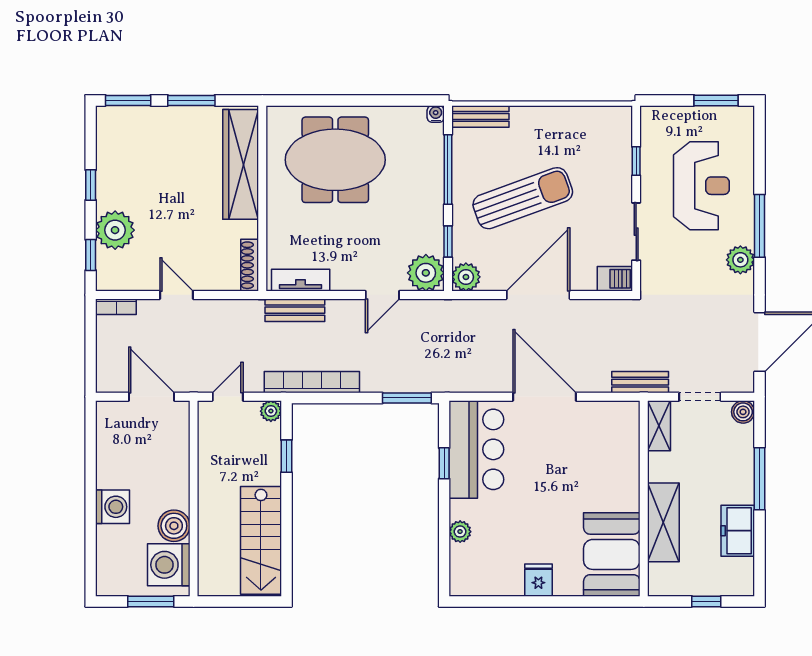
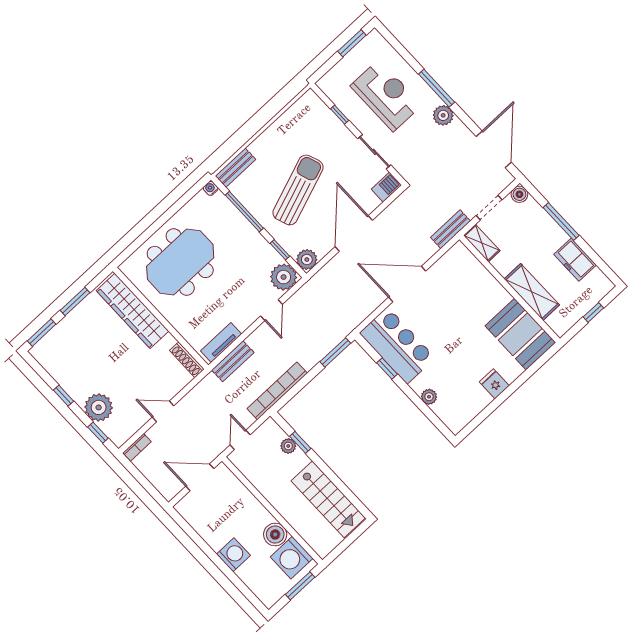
plant: (271, 411) -> (288, 446), moved

